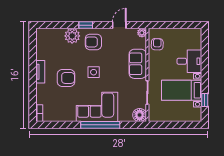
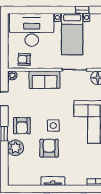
desk: (189, 61) -> (32, 30), width x1.87, depth x1.30
armchair: (66, 78) -> (49, 148), moved

